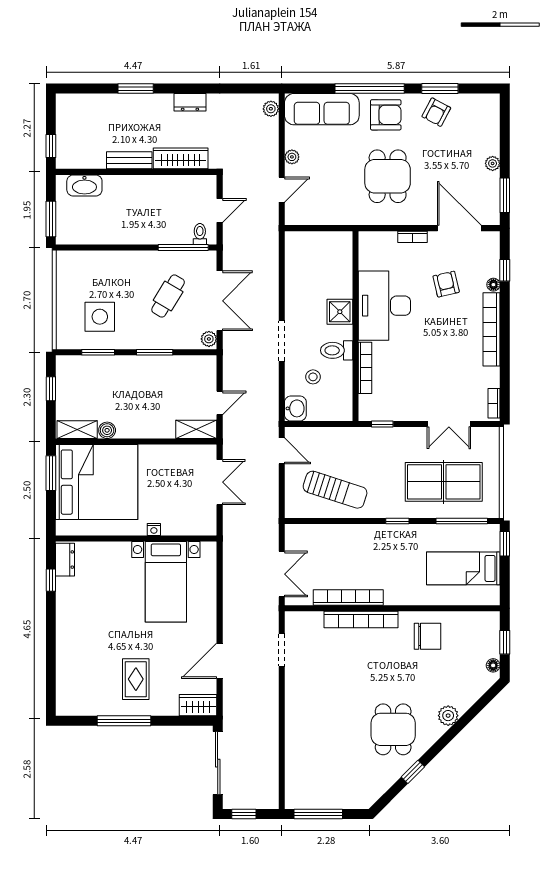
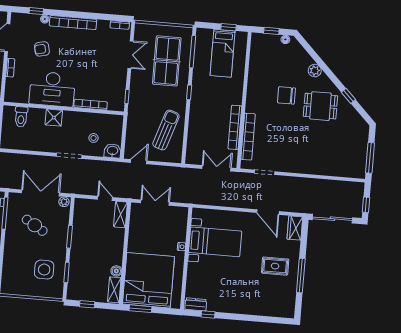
toilet: (337, 350) -> (21, 117), moved
window: (505, 544) -> (229, 27), moved
bookcase: (361, 620) -> (248, 137), moved
chair: (427, 636) -> (286, 95), moved, turned -90

